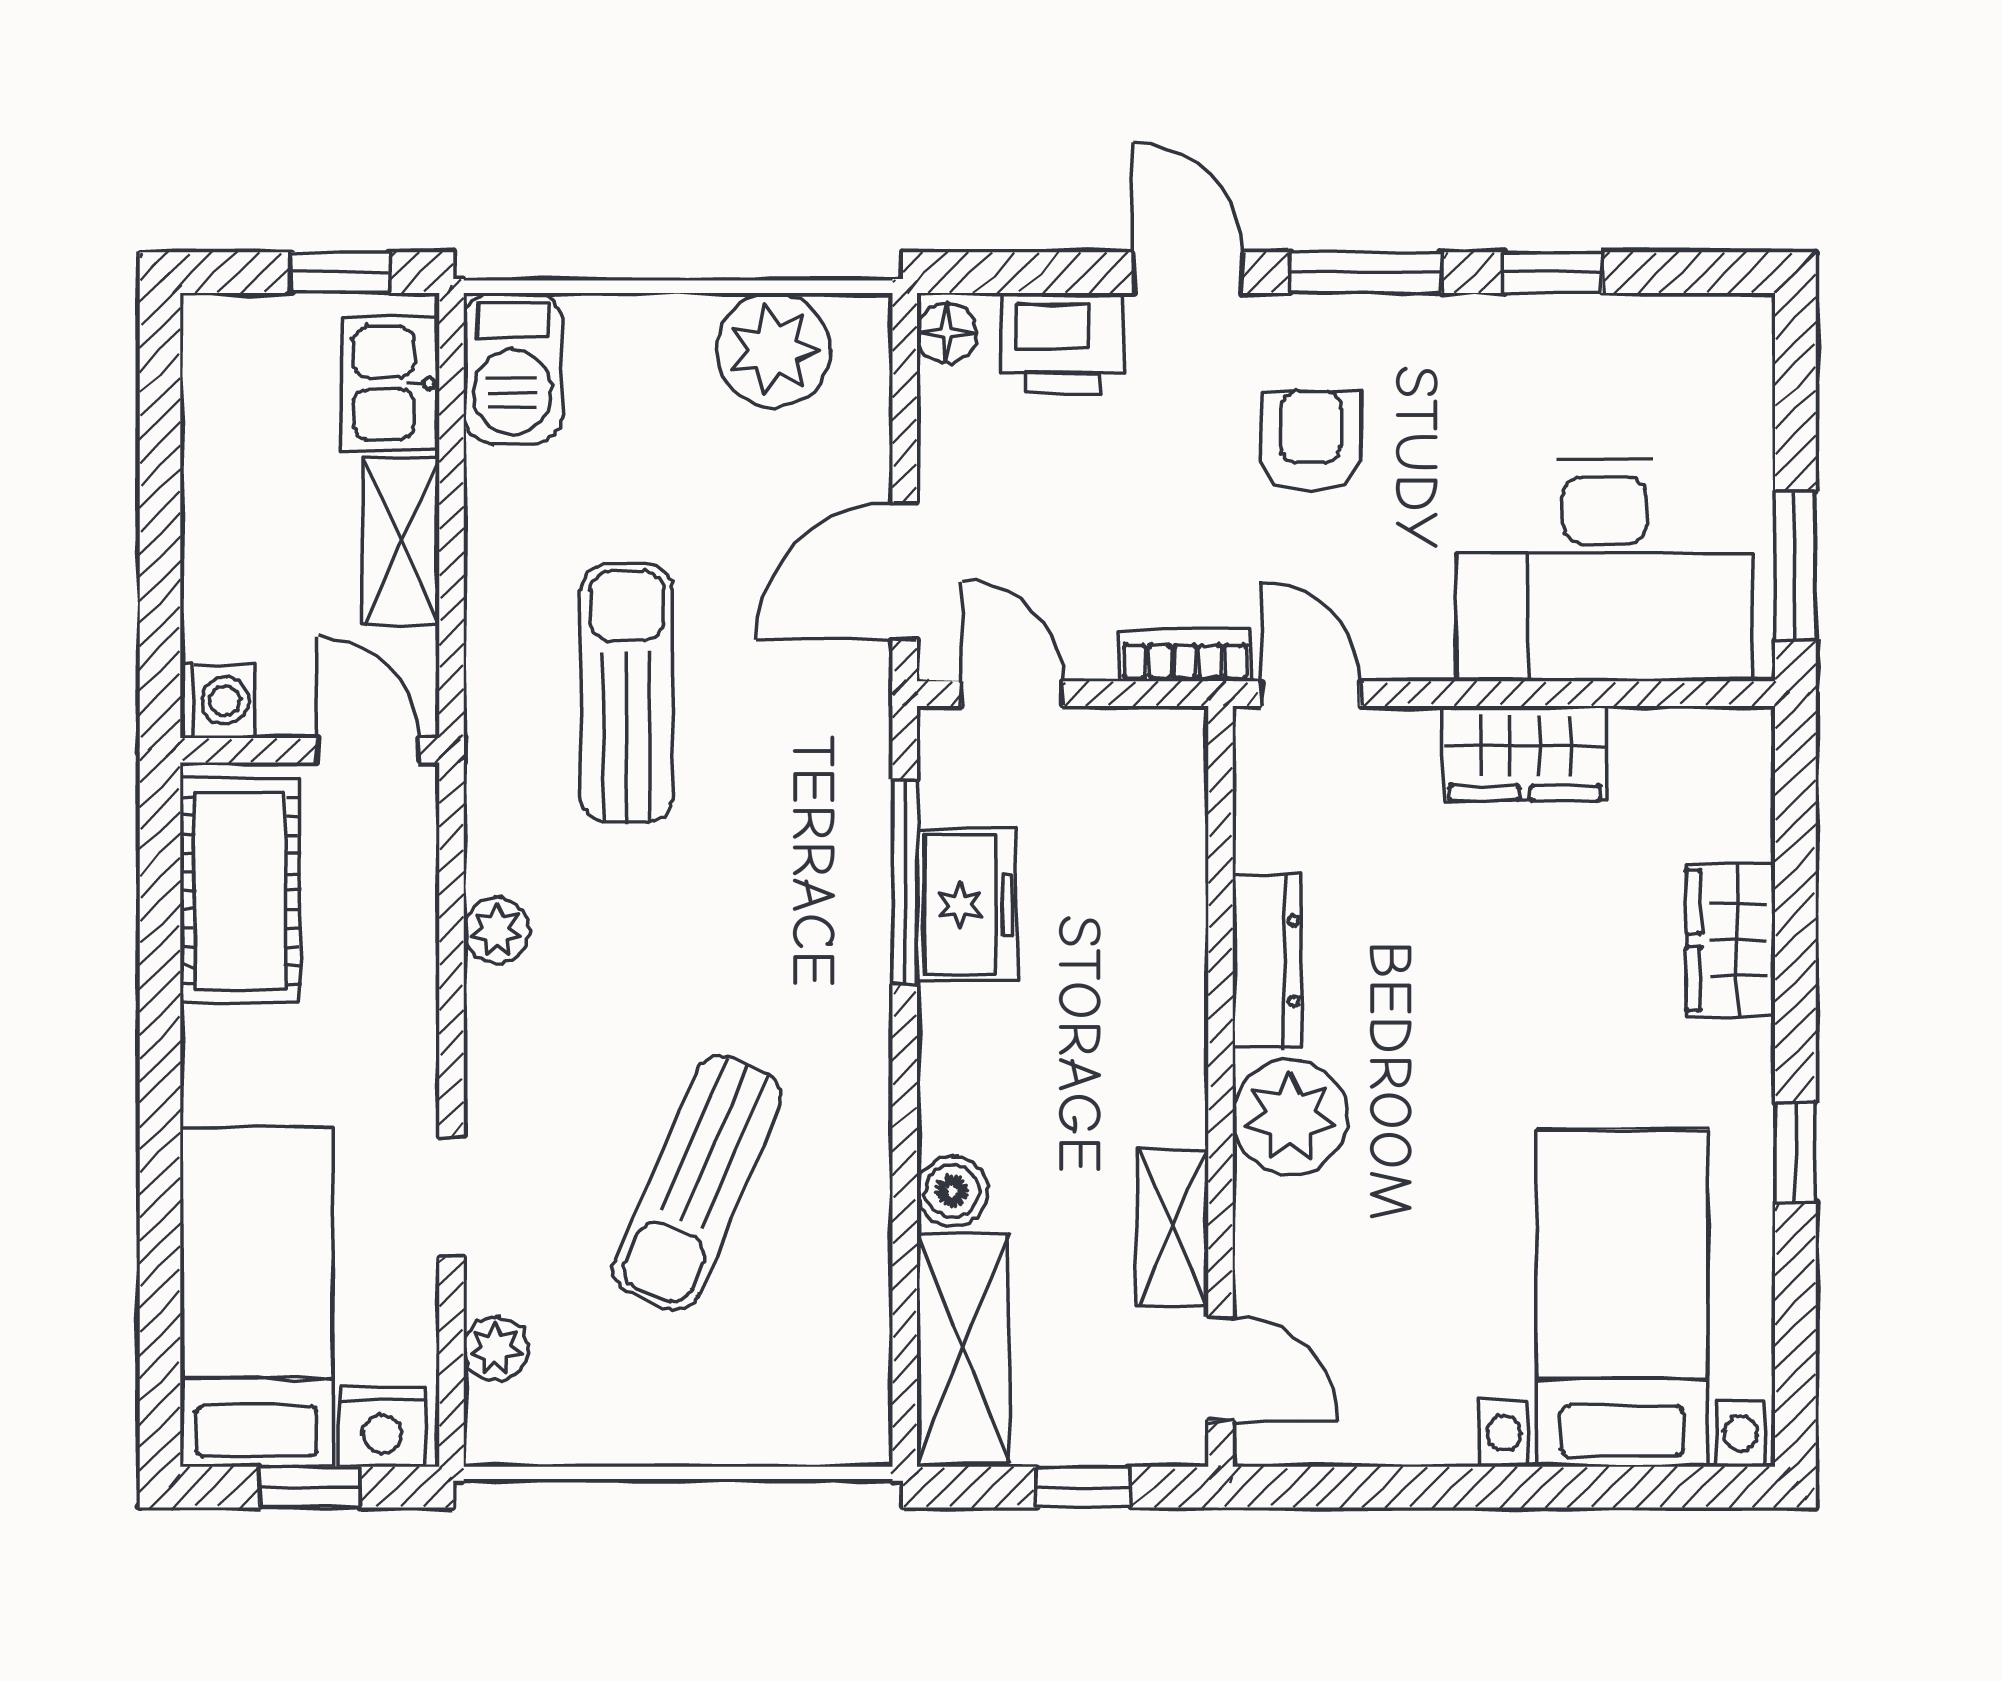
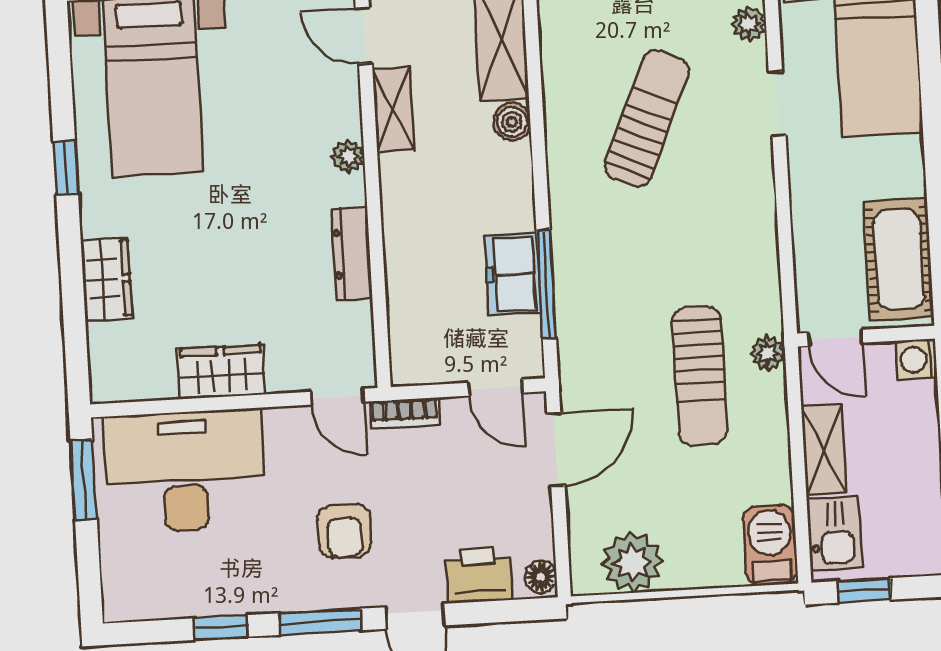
plant: (496, 930) -> (768, 353), moved
plant: (1290, 1117) -> (348, 156), width x0.53, depth x0.53

